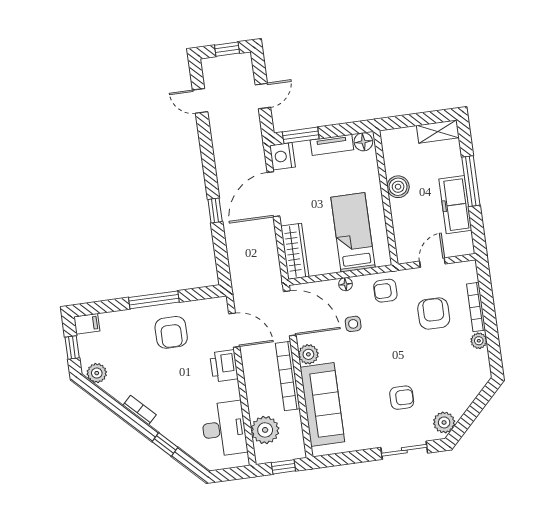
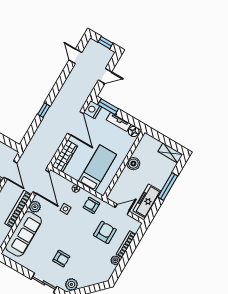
door: (273, 194) -> (75, 123), swing flipped
freezer: (455, 205) -> (147, 201), moved

